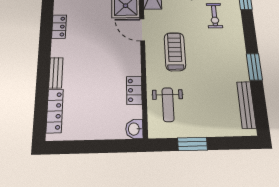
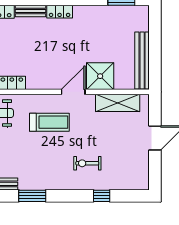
locker: (59, 27) -> (60, 12), moved

